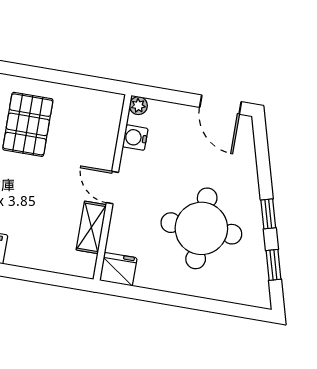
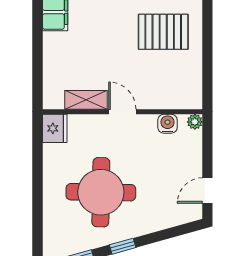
door: (220, 105) -> (207, 191), width x0.73
door: (112, 188) -> (122, 112), hinge flipped

